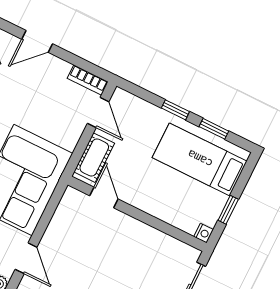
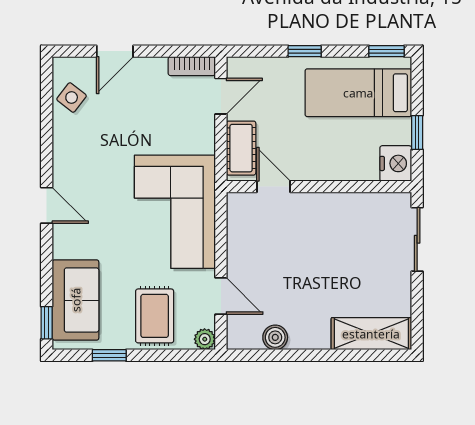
door: (98, 112) -> (221, 96), hinge flipped
window: (214, 129) -> (386, 51), moved
nightstand: (204, 233) -> (396, 163), width x1.89, depth x1.79

